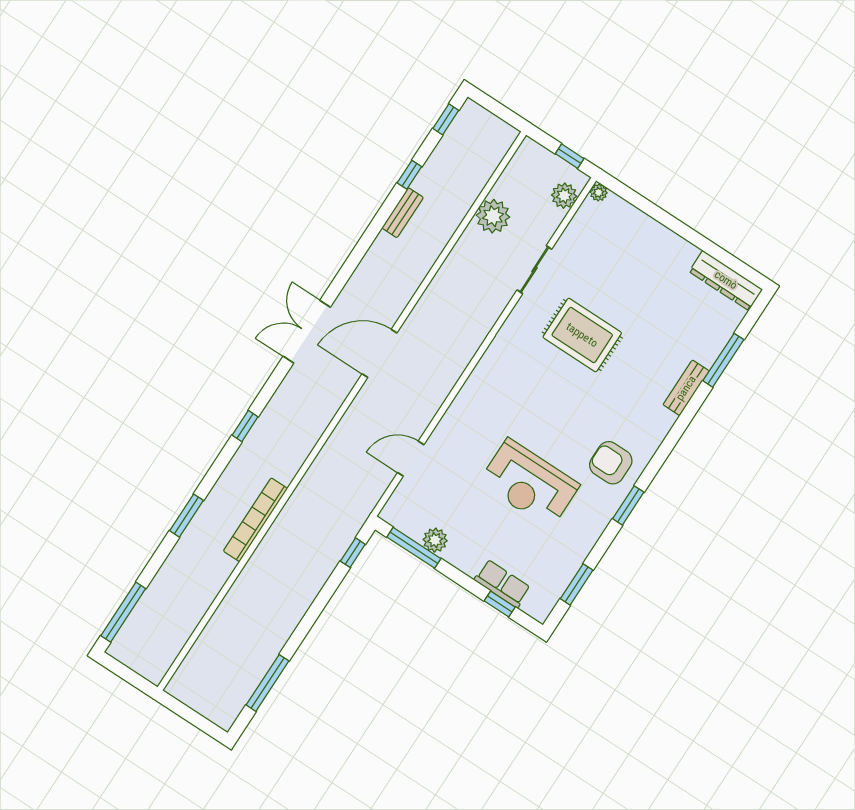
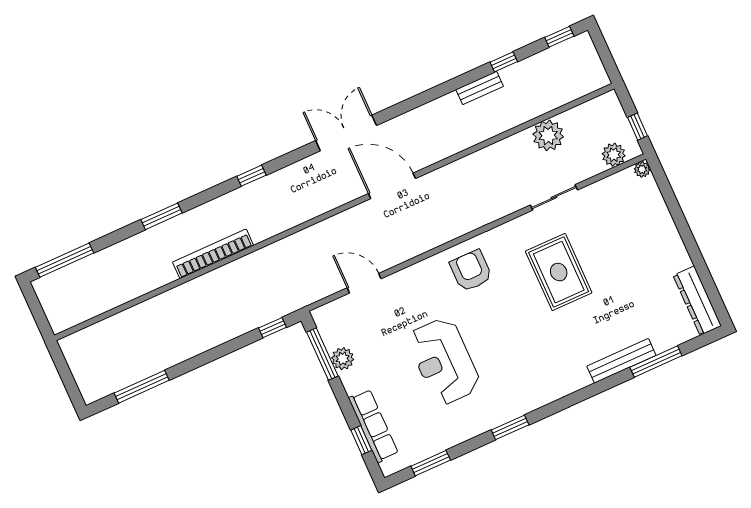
bench: (686, 388) -> (621, 361), width x1.36
armchair: (611, 463) -> (471, 271), moved
row of seats: (502, 584) -> (373, 426), width x1.48

